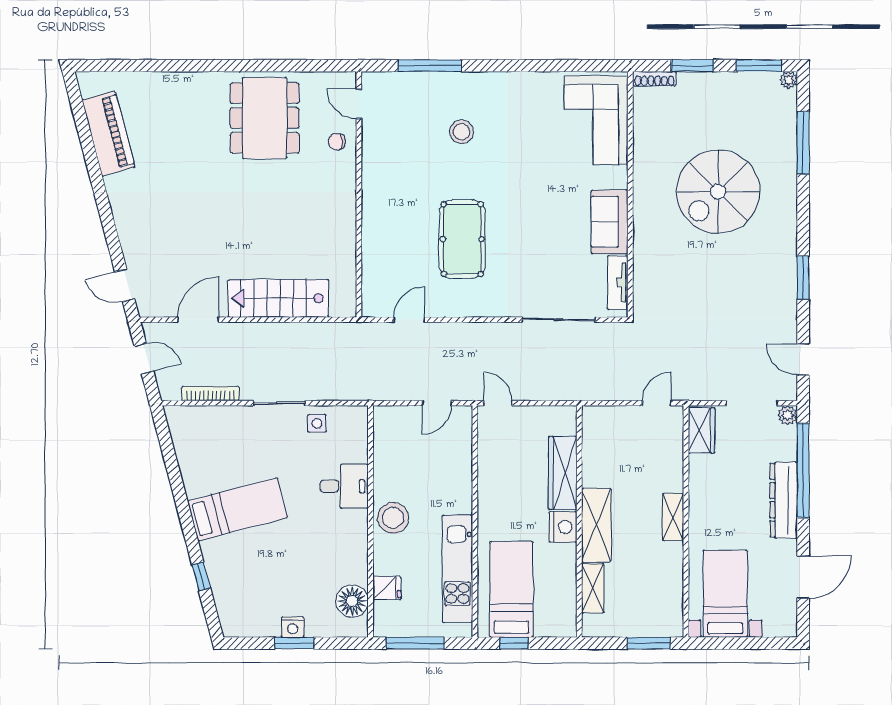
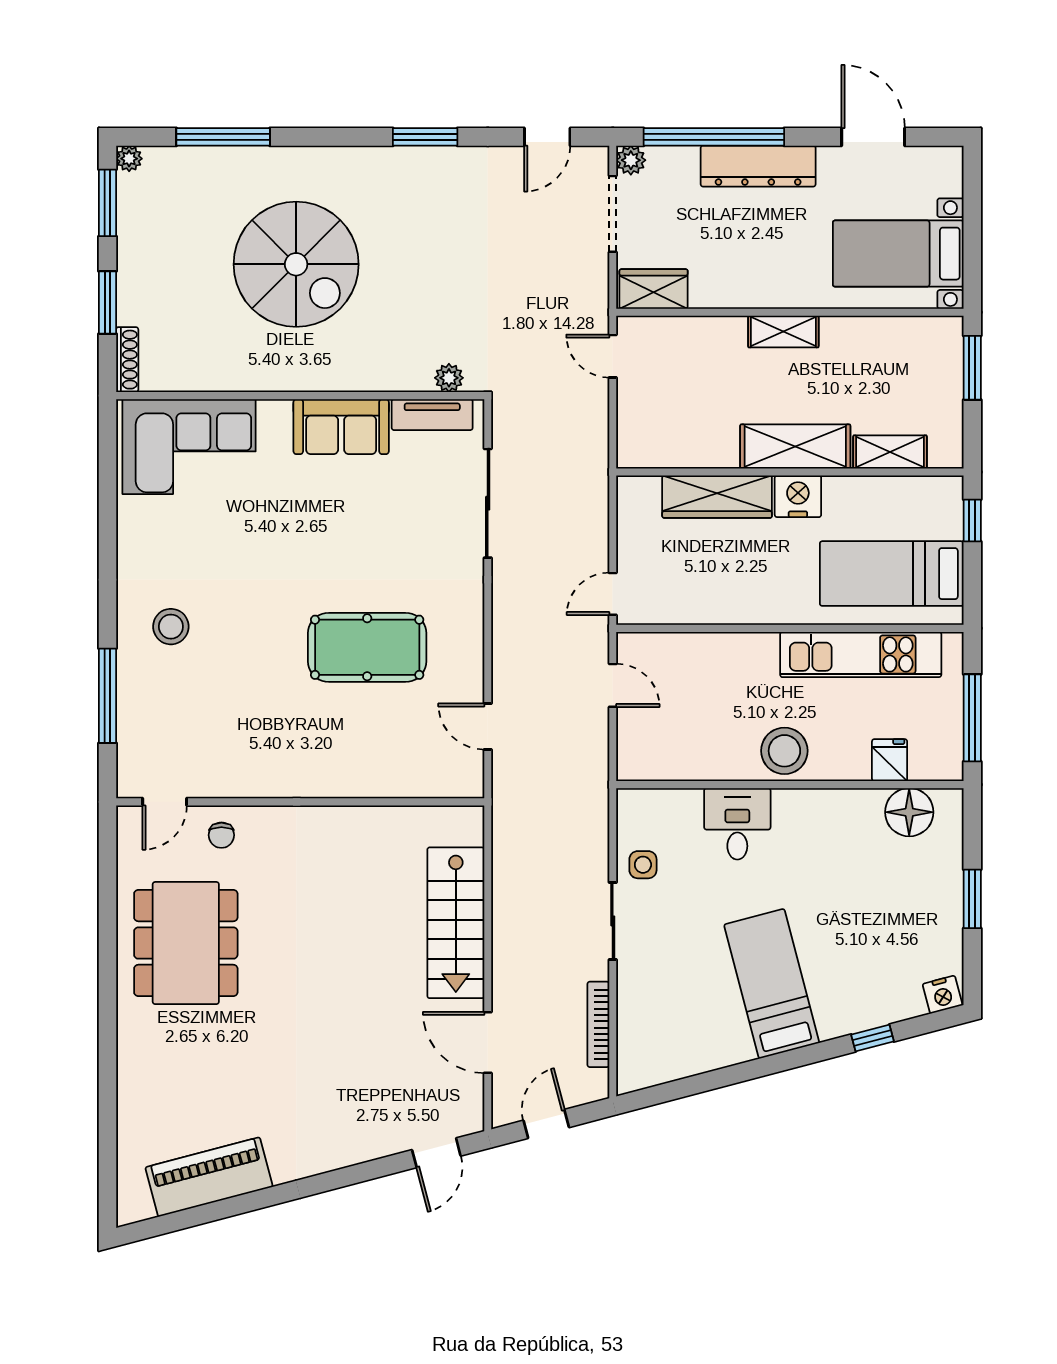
dining table: (265, 118) -> (186, 943), turned 90
stool: (461, 132) -> (171, 627), moved
plant: (642, 294) -> (449, 378), added
nightstand: (292, 627) -> (942, 995), moved, turned 75
window: (514, 643) -> (972, 521), moved

